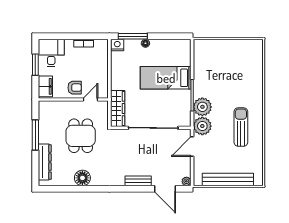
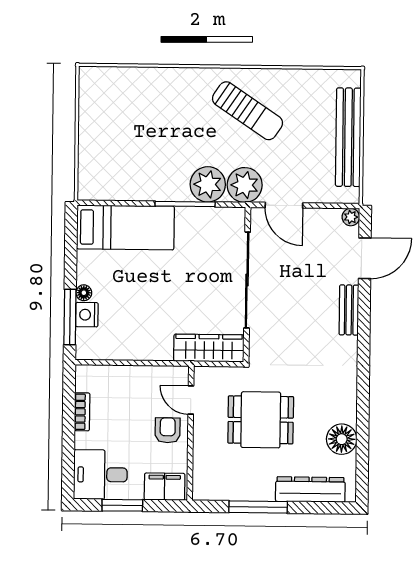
nightstand: (117, 45) -> (87, 315), moved
bed: (166, 78) -> (125, 227), moved, turned -90
sun lounger: (241, 127) -> (247, 111), turned -146
floor lamp: (82, 178) -> (342, 439), moved

